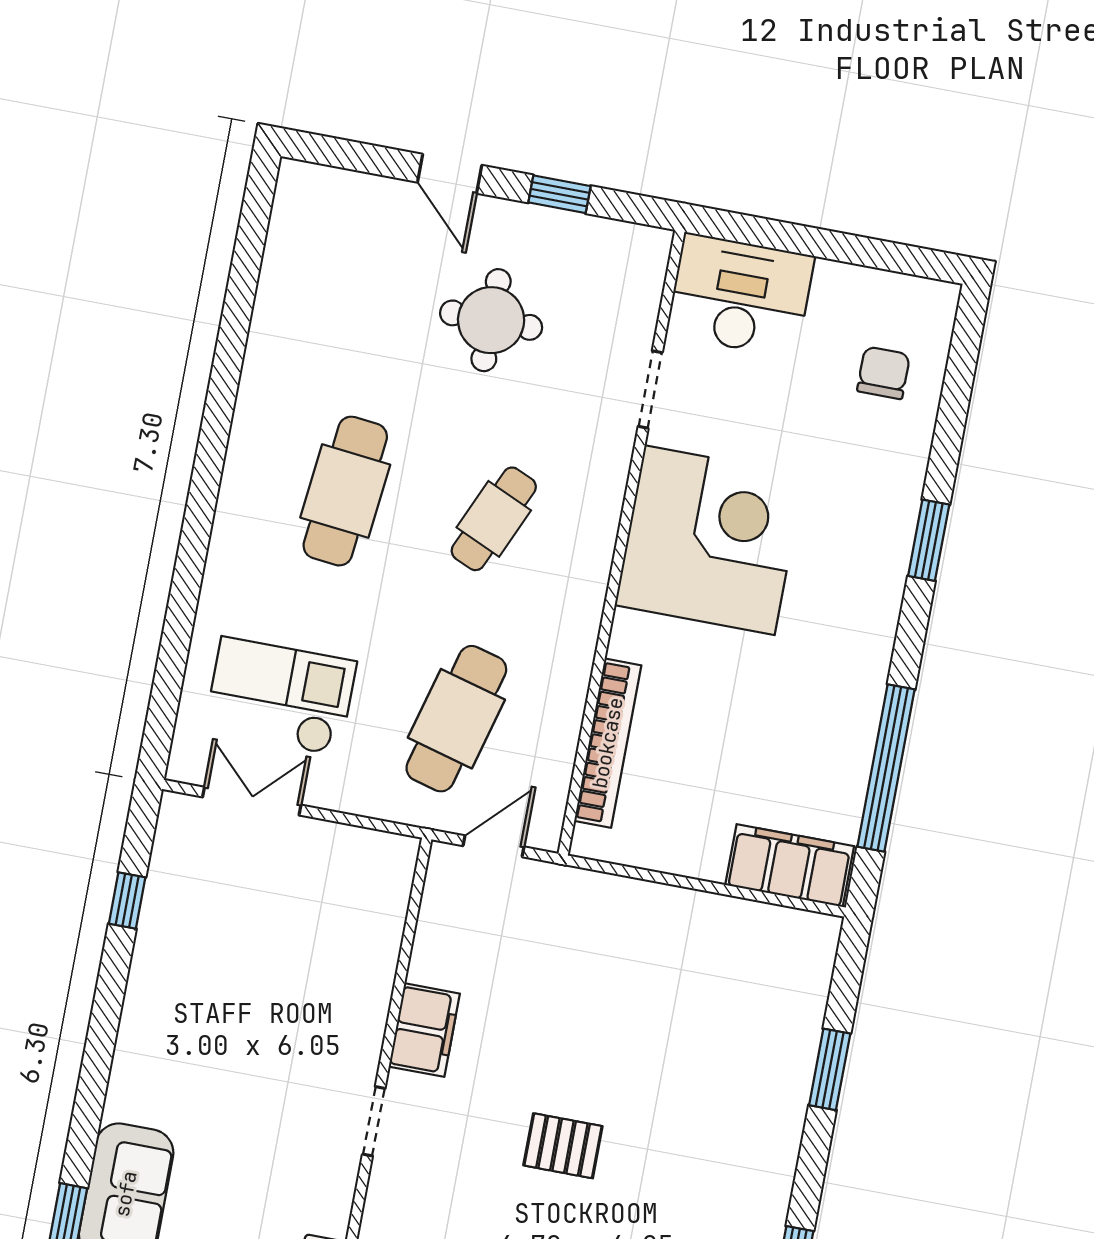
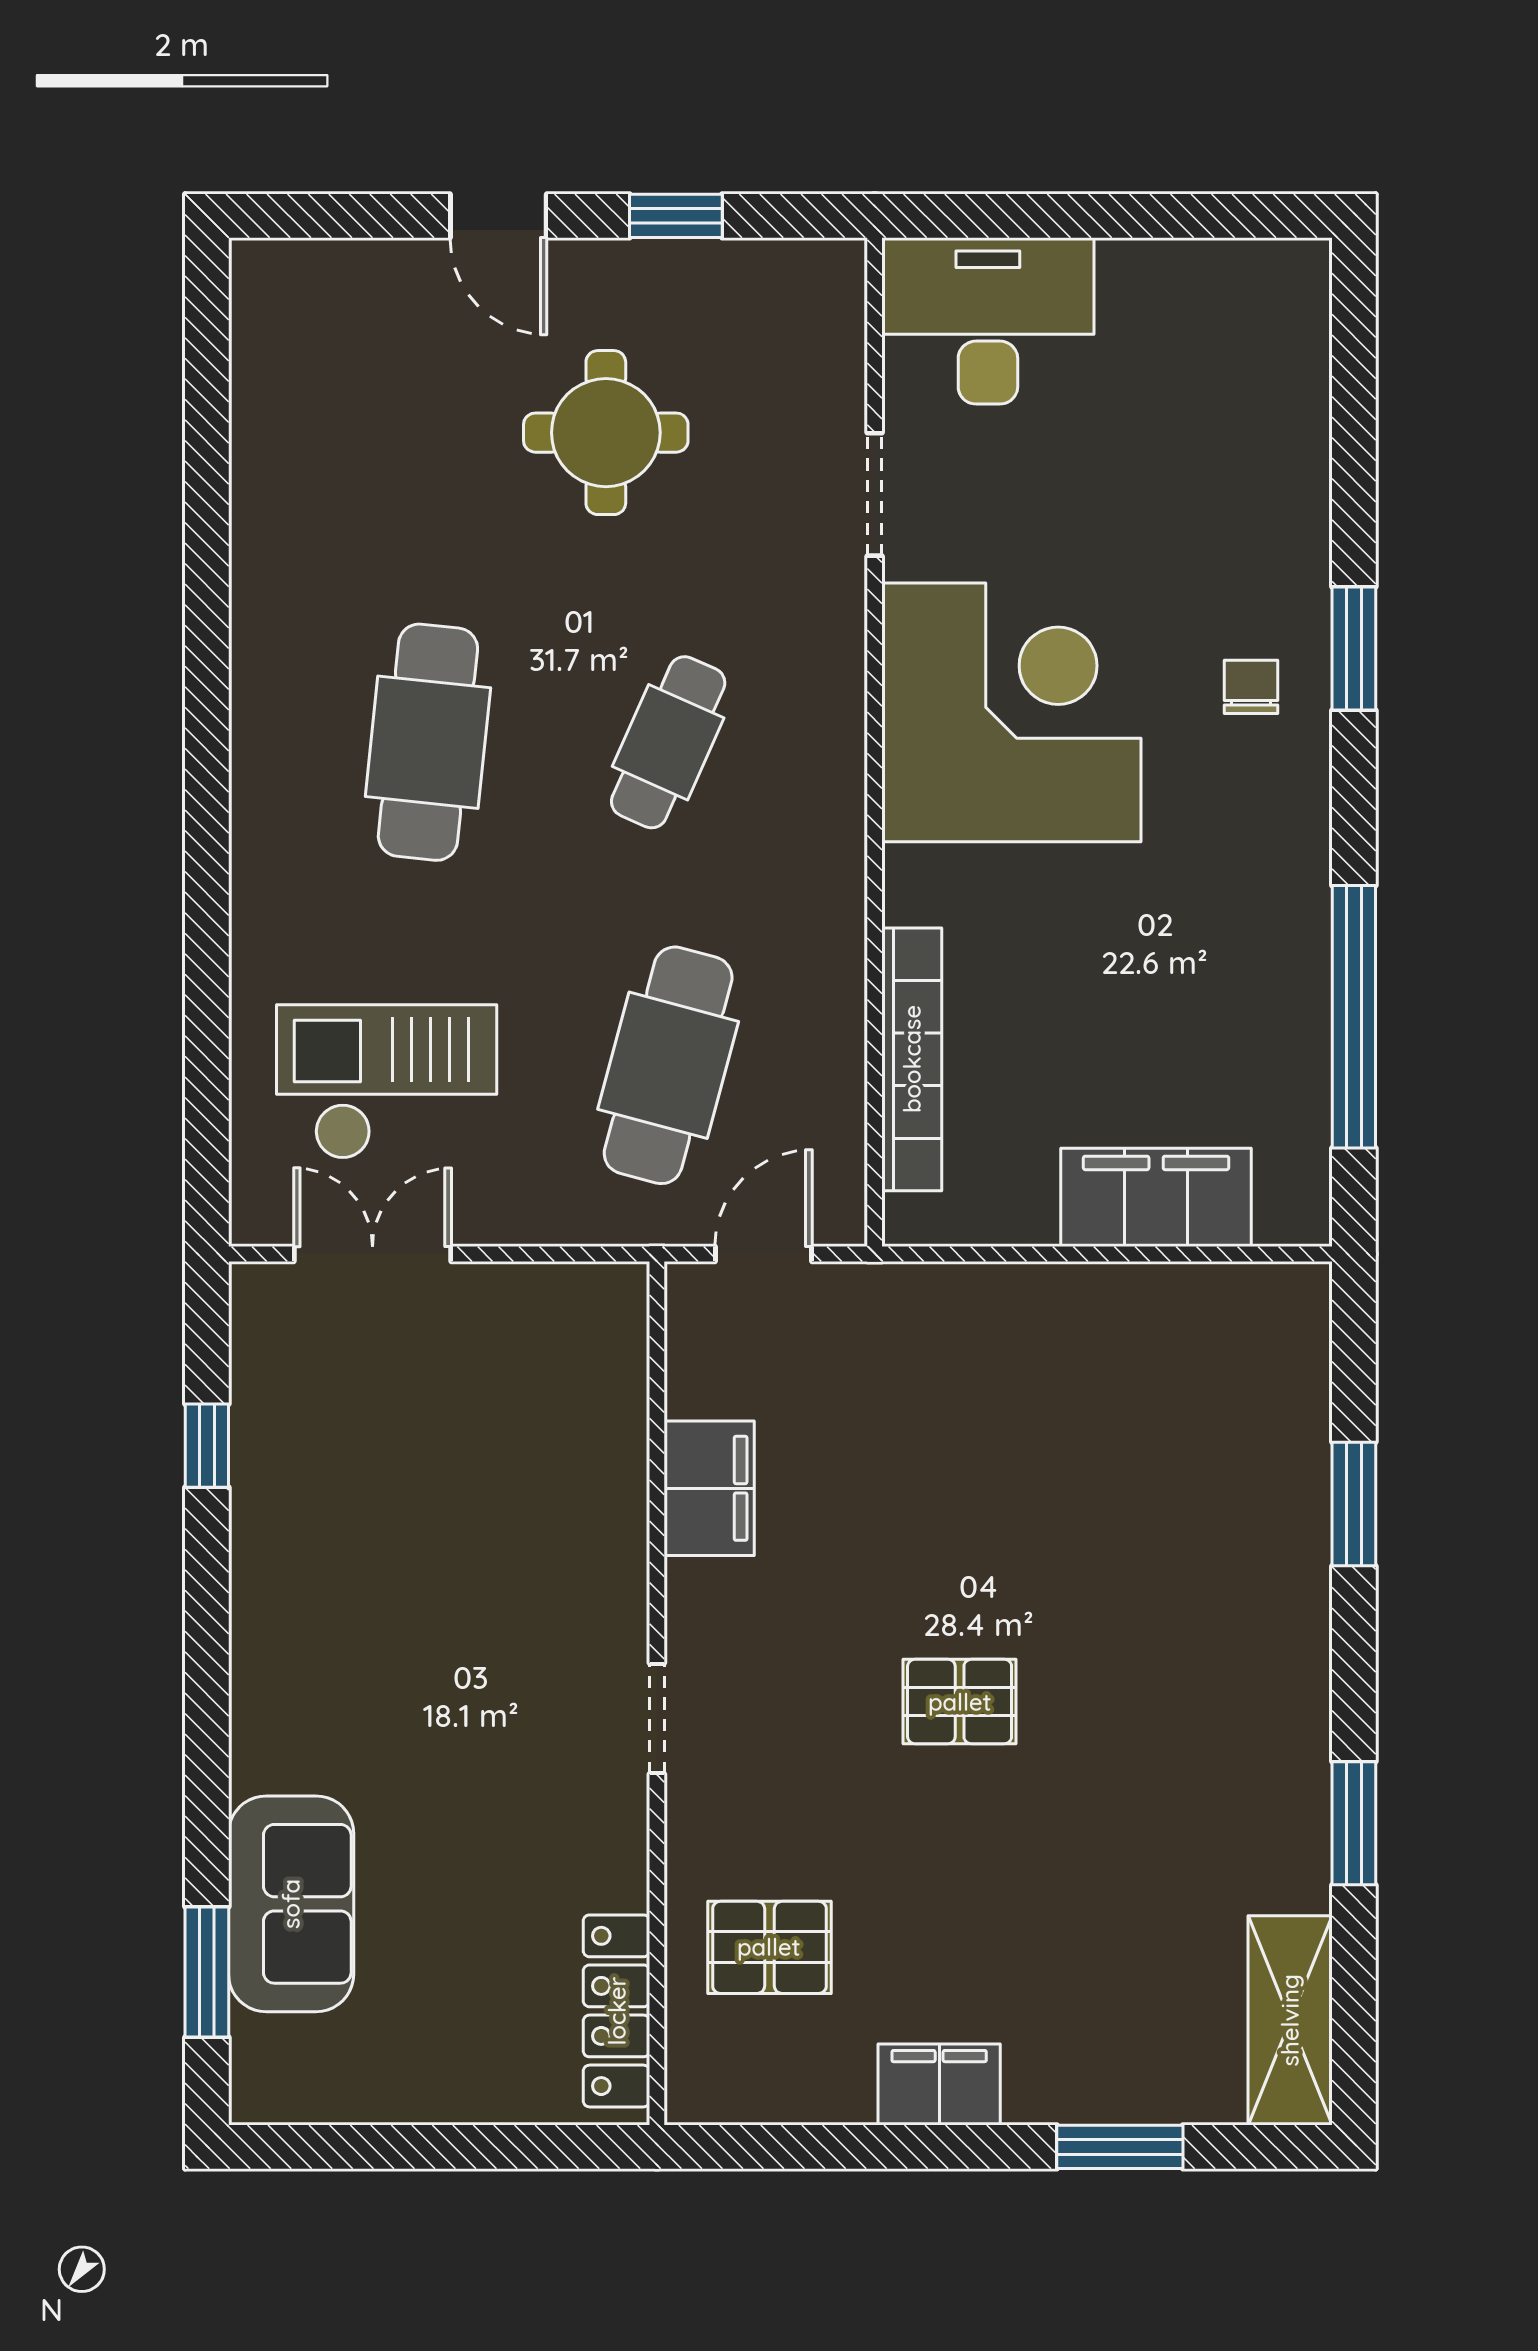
chair: (883, 373) -> (1251, 687), moved, width x0.73, depth x0.73
filing cabinet: (790, 866) -> (1156, 1197), moved
filing cabinet: (424, 1030) -> (709, 1488), moved

